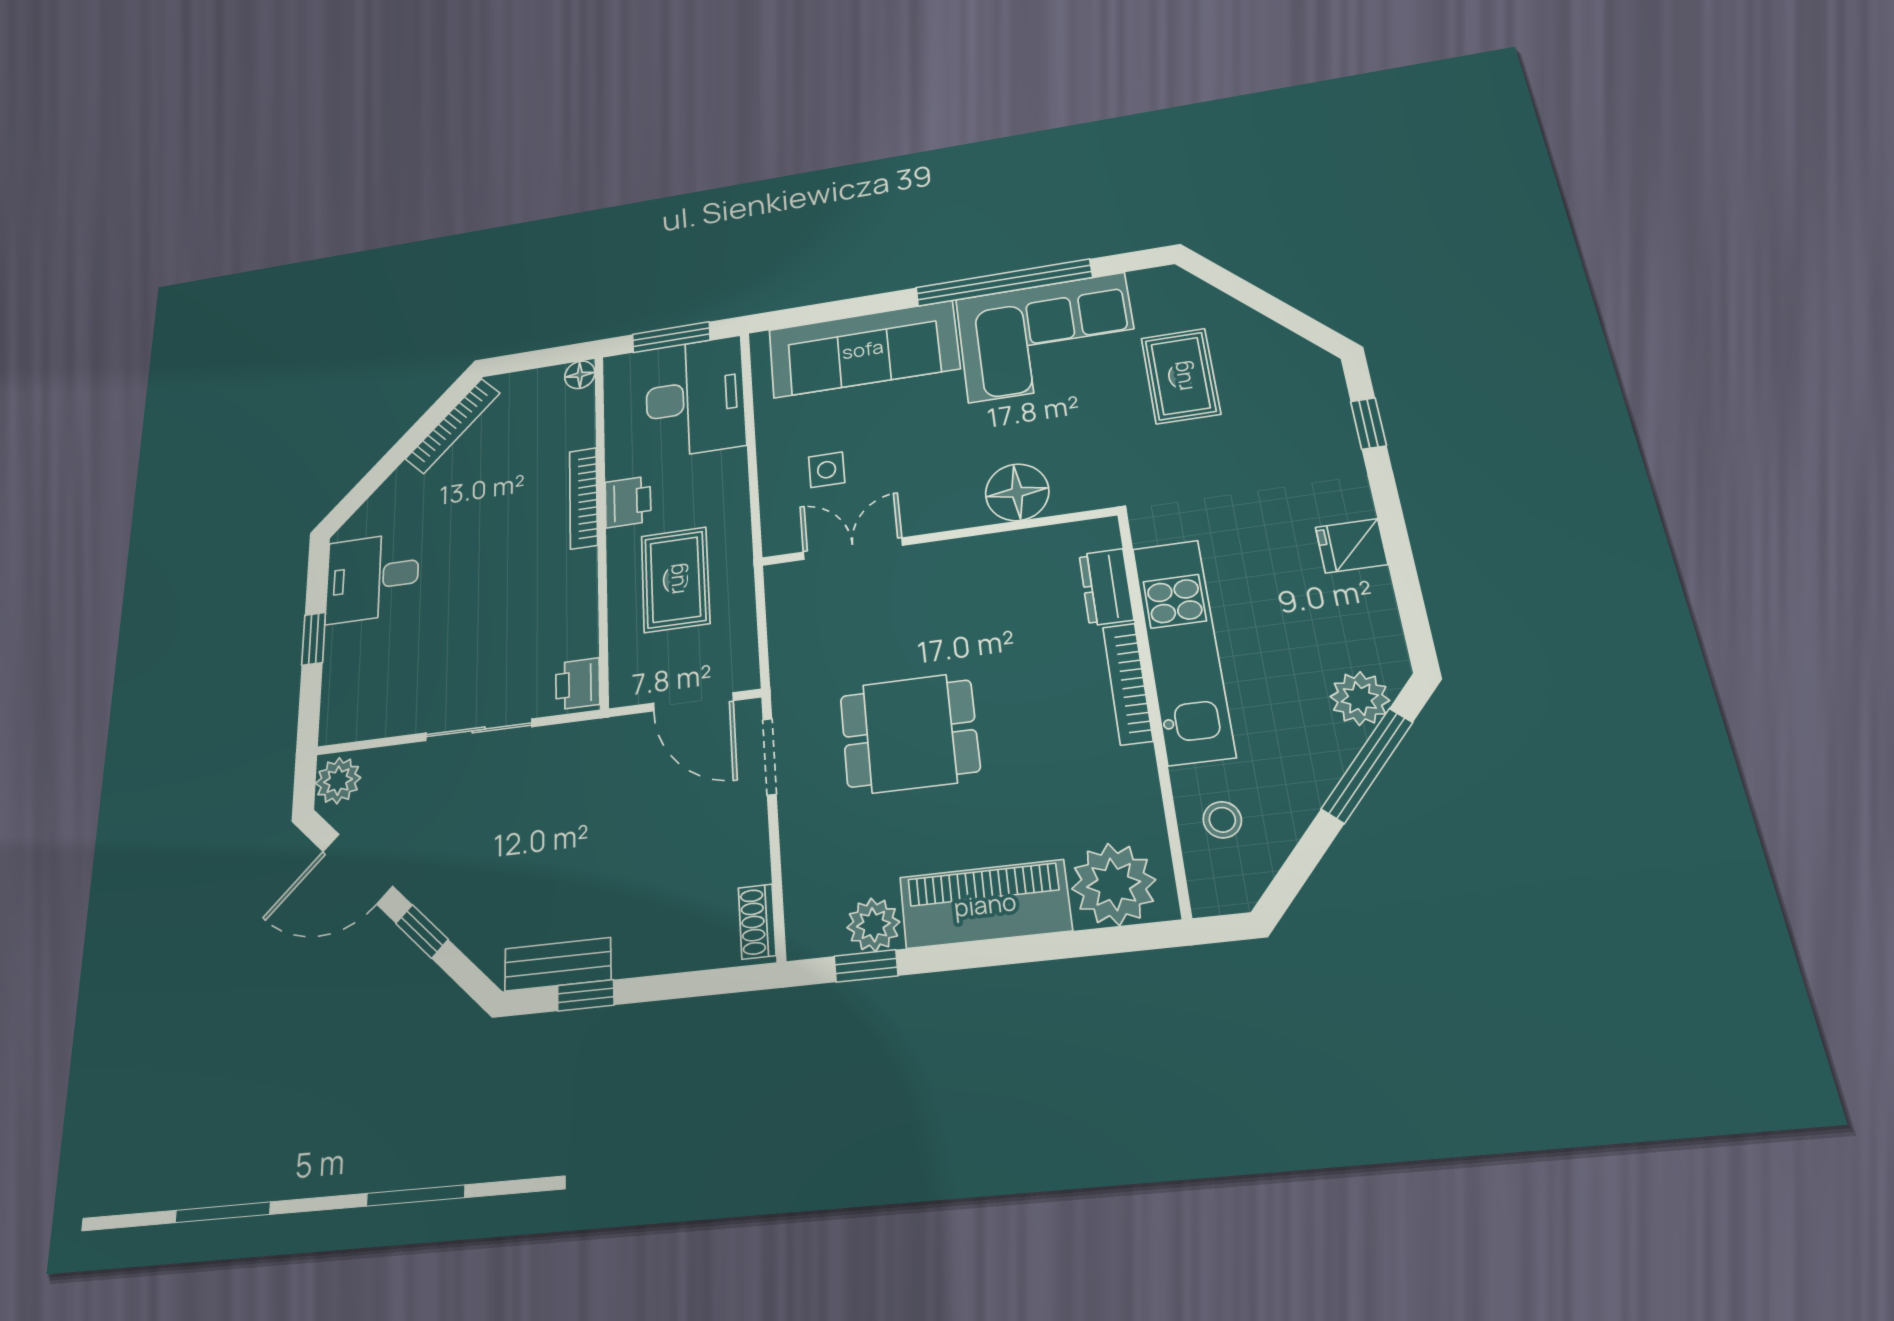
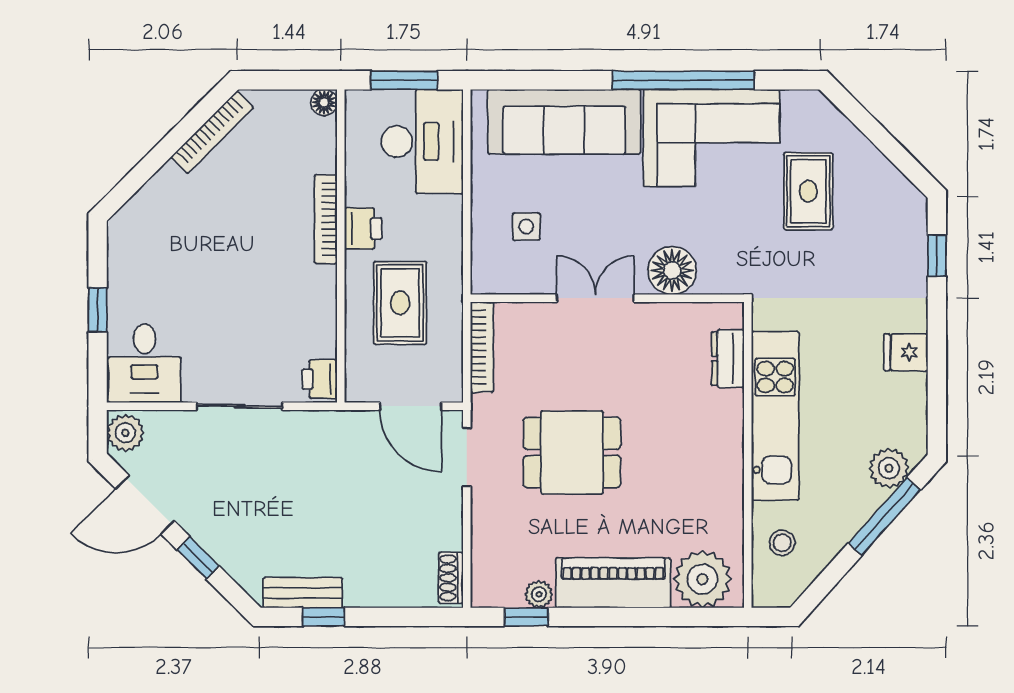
double door: (853, 549) -> (595, 298), moved
desk: (372, 577) -> (144, 363), moved, turned -90
bookcase: (1128, 684) -> (482, 347), moved, turned 180
plant: (873, 925) -> (539, 594), width x0.73, depth x0.73

